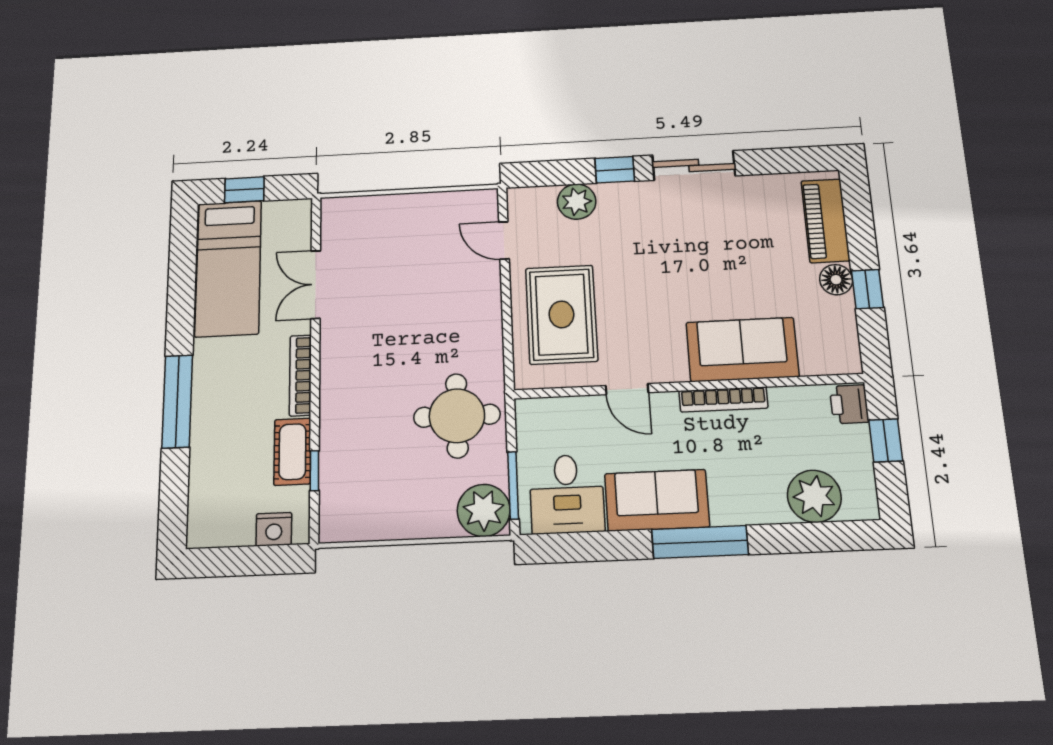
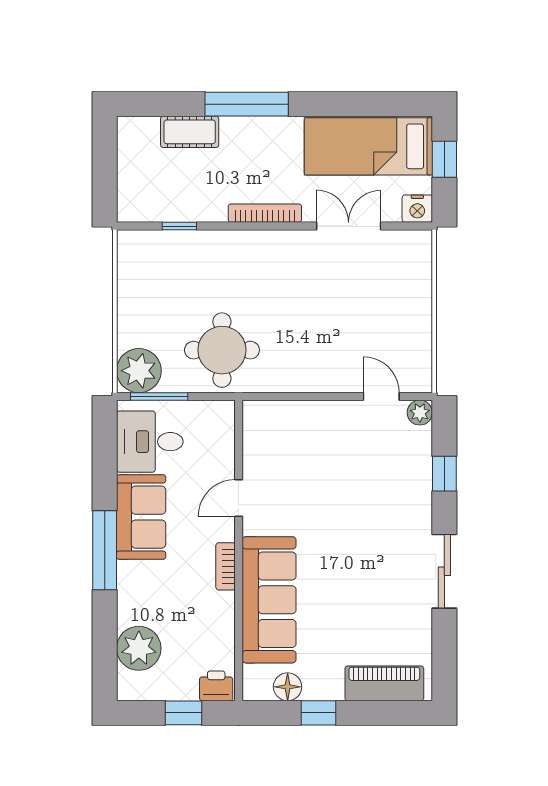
window: (615, 170) -> (444, 474), moved
plant: (577, 202) -> (420, 413), moved, width x0.73, depth x0.73
door: (504, 240) -> (381, 397), hinge flipped
floor lamp: (836, 280) -> (288, 687), moved
rug: (561, 314) -> (309, 445), removed
sofa: (742, 350) -> (269, 600), width x1.36
bookcase: (723, 399) -> (225, 566), width x0.64
cot: (292, 452) -> (190, 132), moved
nightstand: (274, 529) -> (417, 209), moved, turned -90

